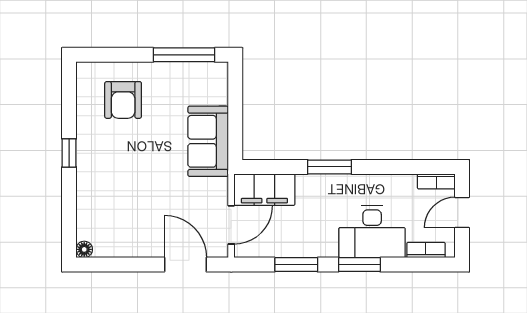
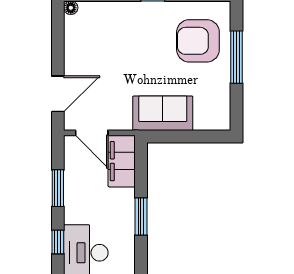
window: (184, 55) -> (236, 57), moved
armchair: (123, 100) -> (198, 41), width x1.36, depth x1.36
window: (359, 265) -> (58, 242), width x0.67

